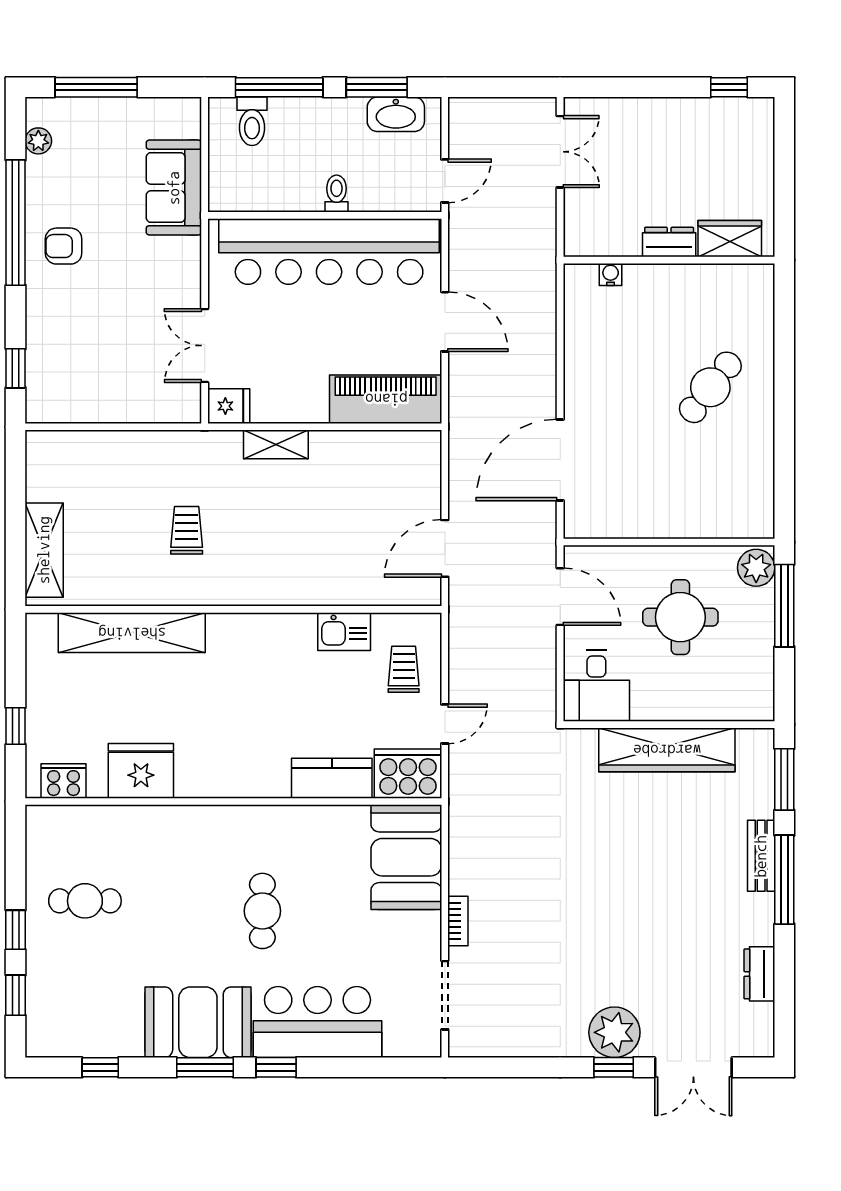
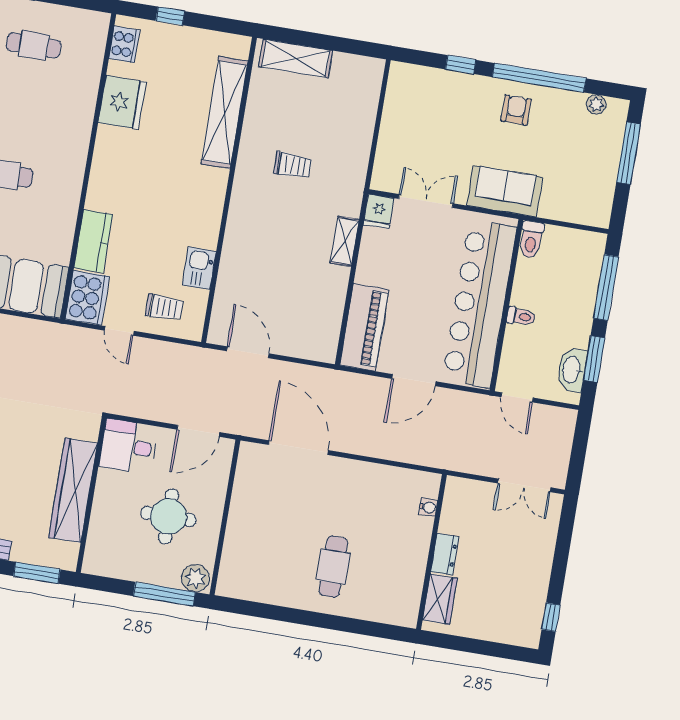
toilet: (252, 121) -> (531, 240), moved, turned -90
sofa: (174, 188) -> (505, 191), moved
window: (16, 368) -> (461, 65), moved
cafe table: (710, 387) -> (333, 567), turned 52
cafe table: (85, 901) -> (34, 45), turned 90

